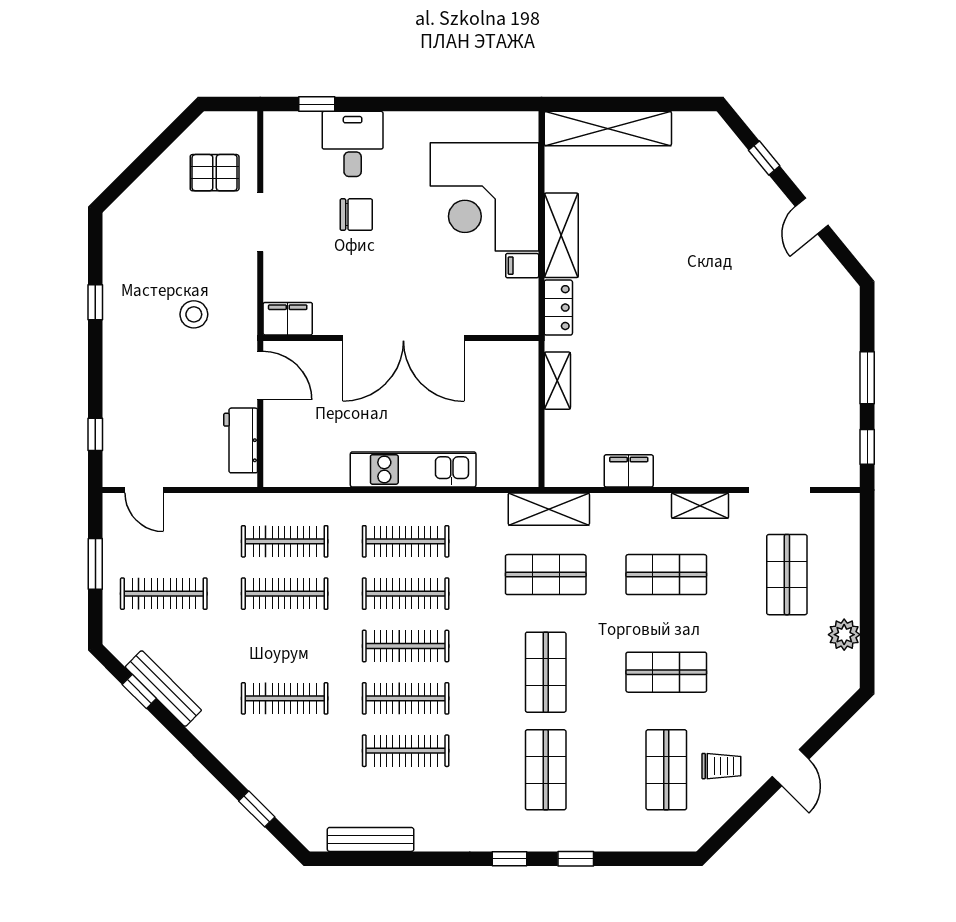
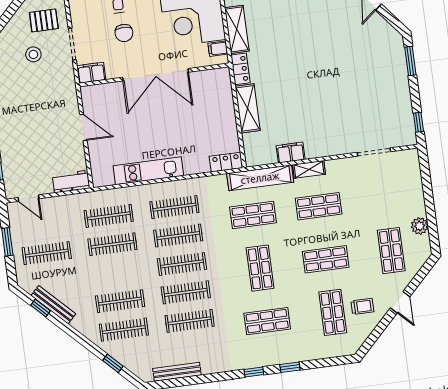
chair: (356, 215) -> (124, 33), turned 90
stool: (194, 314) -> (33, 54), moved
filing cabinet: (288, 319) -> (91, 73), moved
wall: (401, 338) -> (154, 75), moved
double door: (403, 338) -> (156, 75), moved
window: (867, 378) -> (410, 61), moved
shelving: (557, 381) -> (248, 108), width x1.50, depth x1.33
workbench: (241, 440) -> (71, 182), moved, turned 90
kitchen unit: (413, 469) -> (148, 171), moved
locker: (510, 472) -> (226, 162), added
shelving: (700, 506) -> (309, 169), moved
shelving: (549, 509) -> (260, 178), width x1.47
shop shelf: (787, 575) -> (391, 251), moved
clothes rail: (285, 751) -> (124, 330), added
shop shelf: (546, 770) -> (267, 321), turned 90

